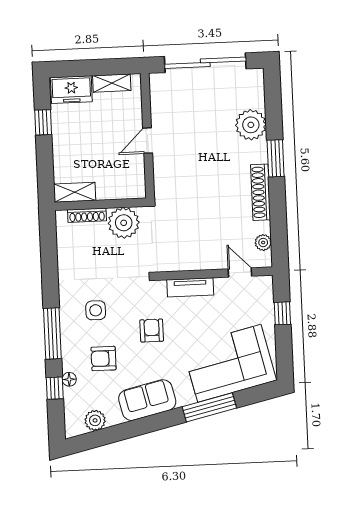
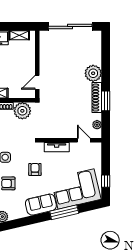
plant: (251, 125) -> (93, 73), moved
door: (148, 141) -> (37, 82), moved
window: (276, 158) -> (106, 101), moved
window: (282, 313) -> (106, 181), moved
sofa: (147, 400) -> (41, 205), moved

